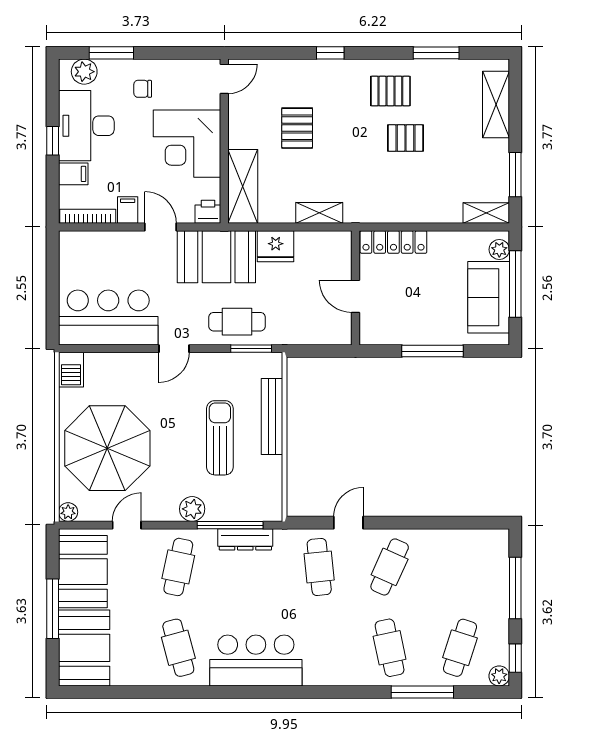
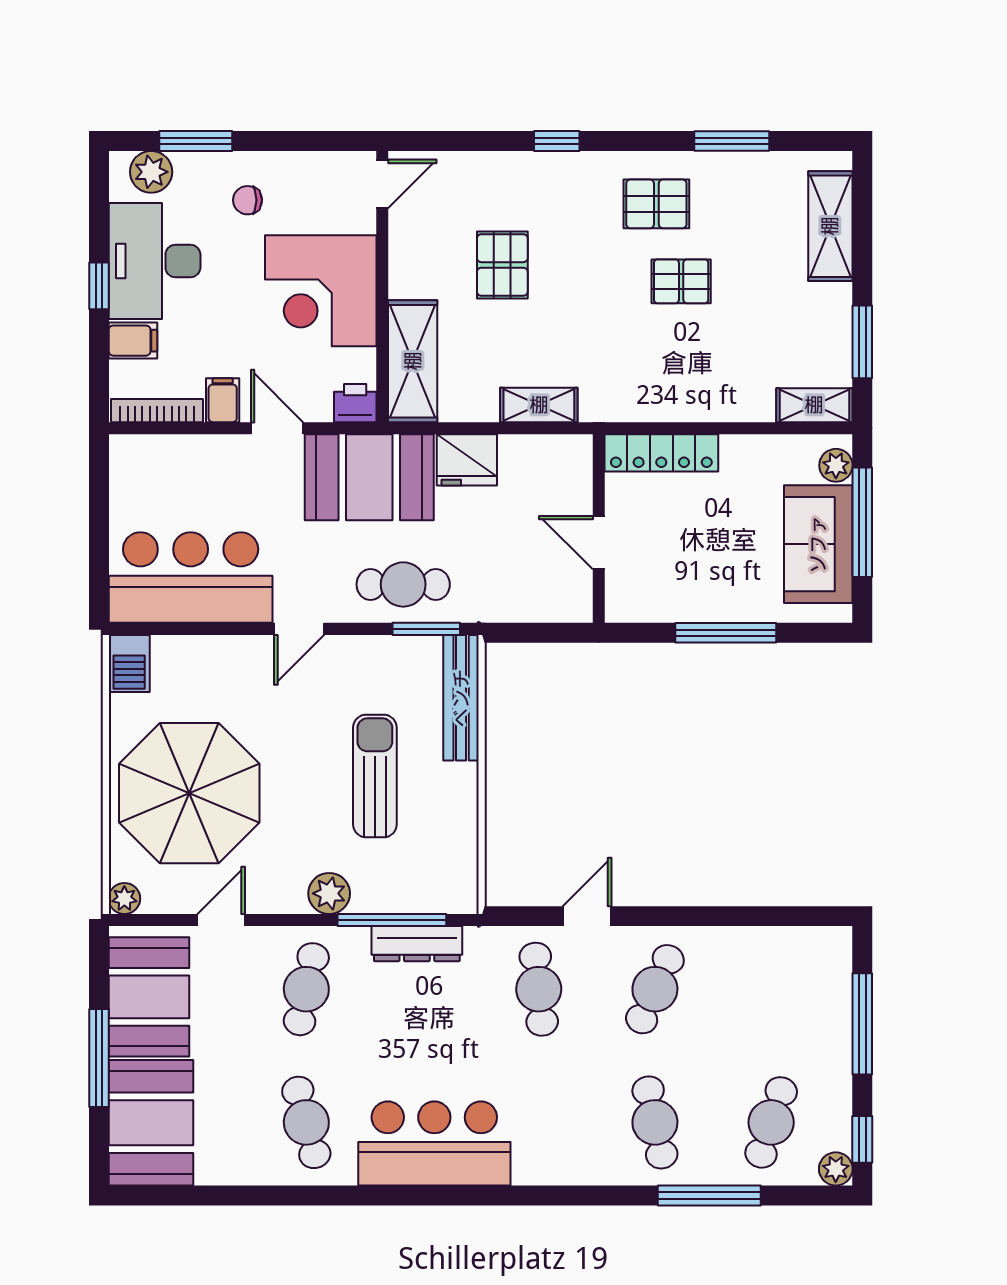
bench: (272, 417) -> (461, 698), moved

